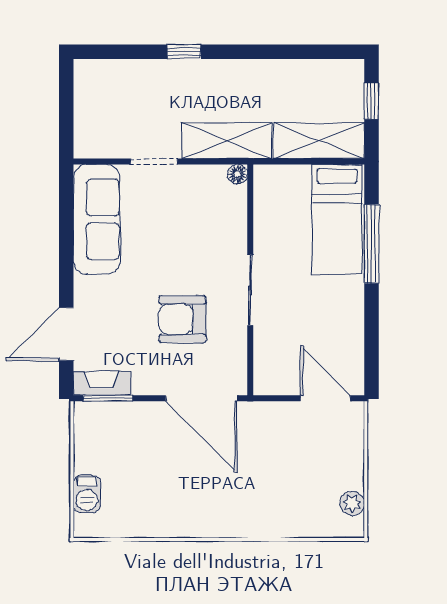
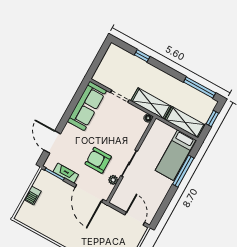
window: (184, 52) -> (142, 56), moved
window: (309, 52) -> (200, 88), added
door: (66, 334) -> (52, 142), hinge flipped
plant: (236, 343) -> (113, 180), added
fireplace: (102, 383) -> (66, 173), moved
barbecue: (87, 494) -> (33, 195), moved

